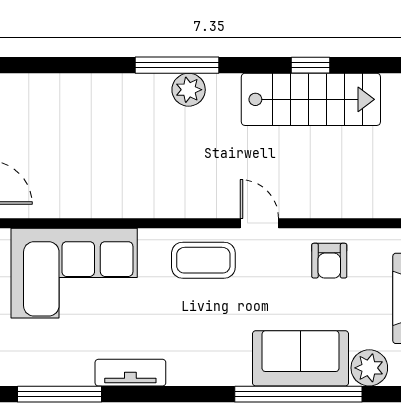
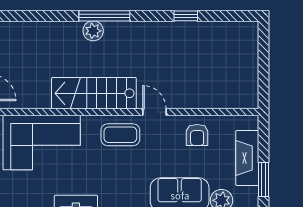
plant: (189, 90) -> (93, 31), moved
stairs: (311, 99) -> (94, 93), moved, turned 180

